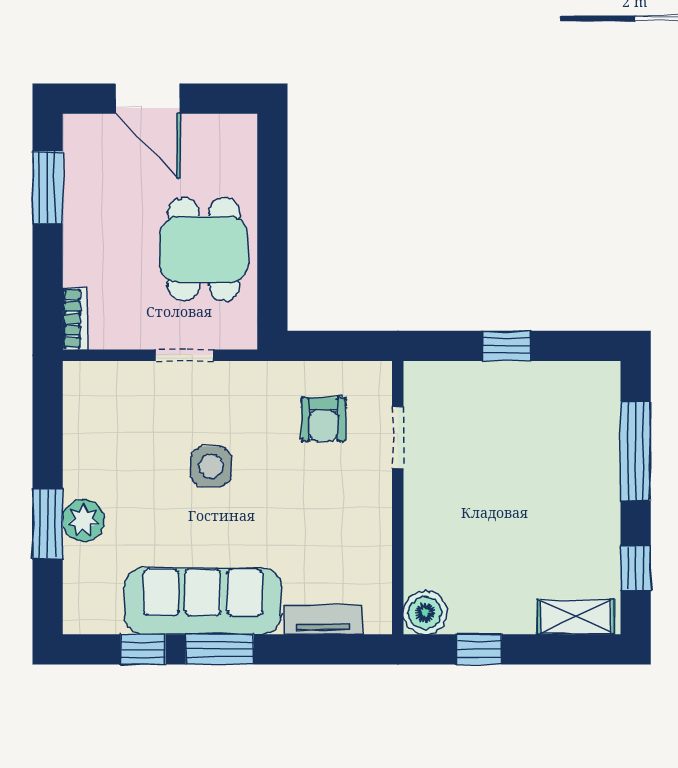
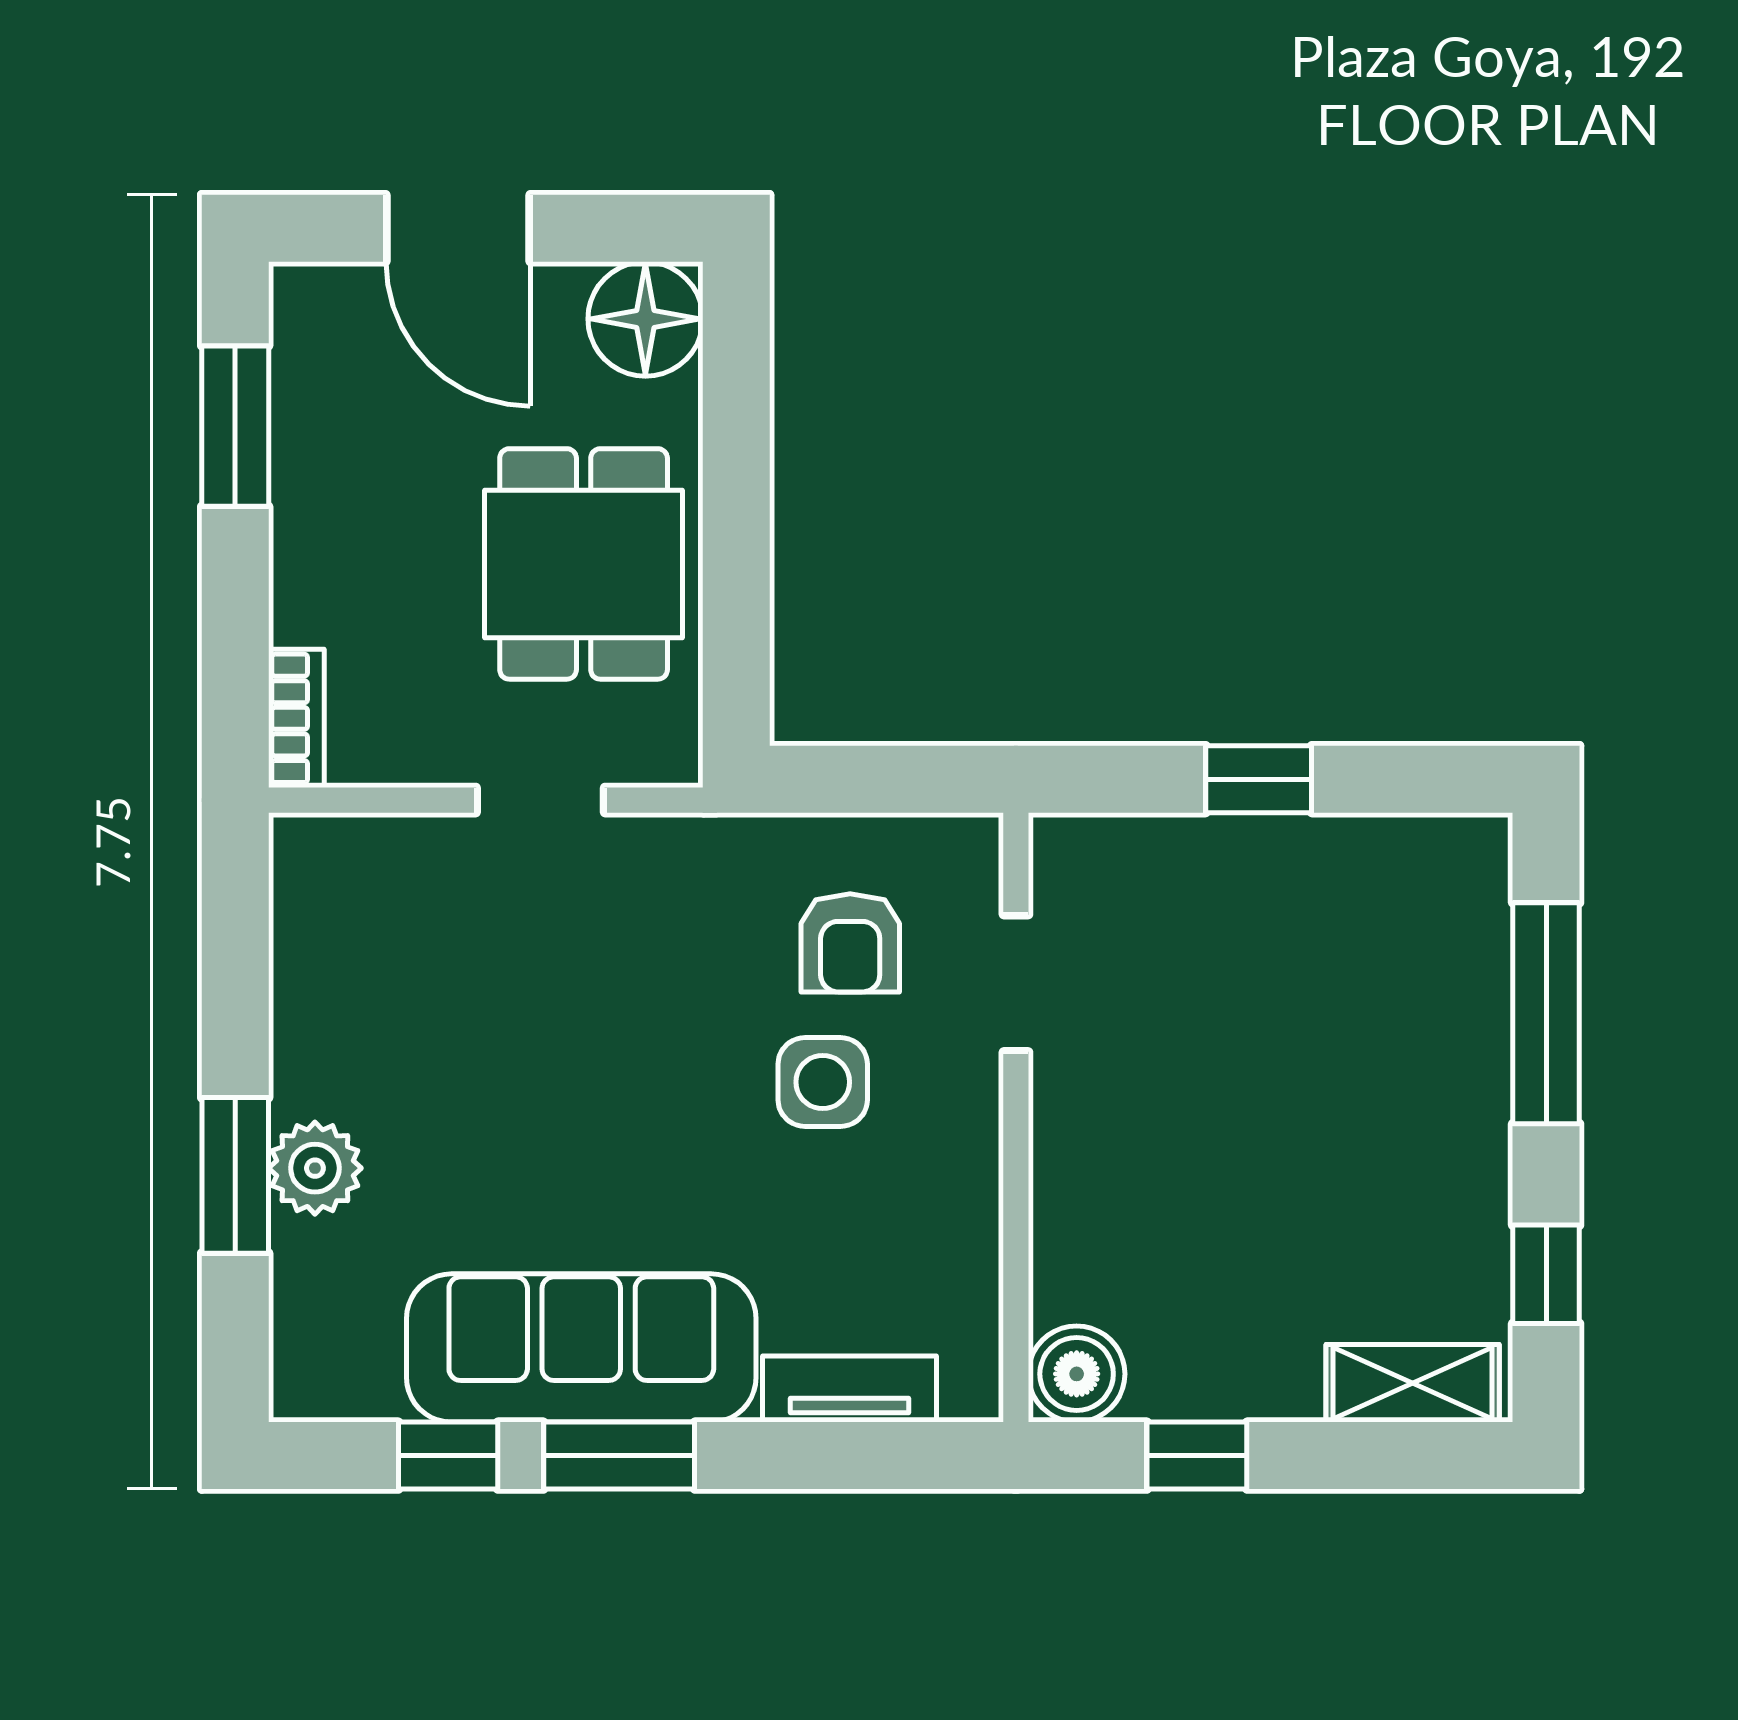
floor lamp: (232, 139) -> (645, 319), added
side table: (211, 466) -> (823, 1082), moved

